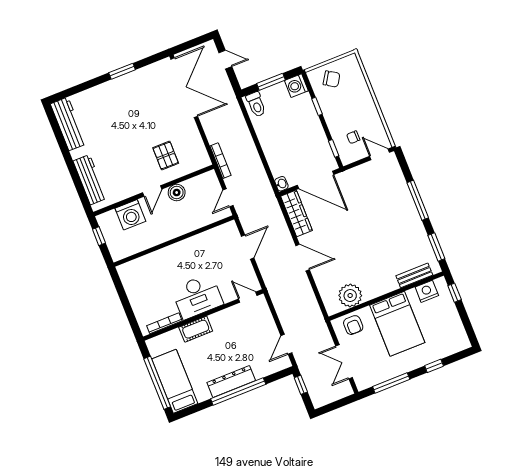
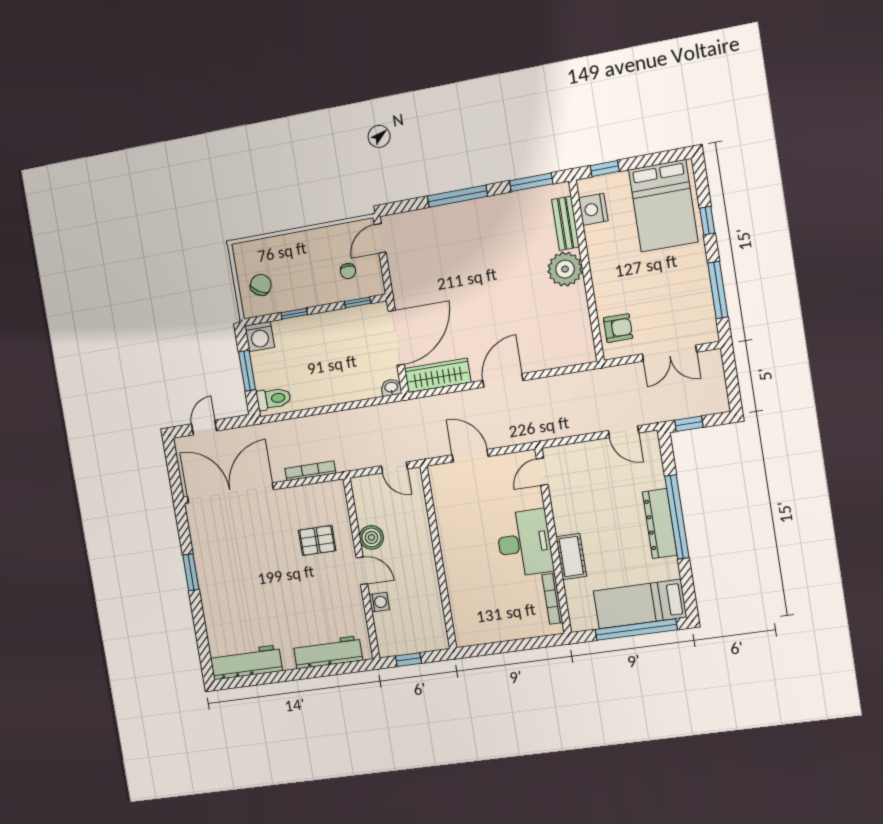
bookcase: (220, 161) -> (310, 471), moved
washing machine: (130, 215) -> (379, 602), width x0.53, depth x0.53
plant: (350, 296) -> (565, 269), moved
bed: (397, 324) -> (663, 206), moved, turned 90

